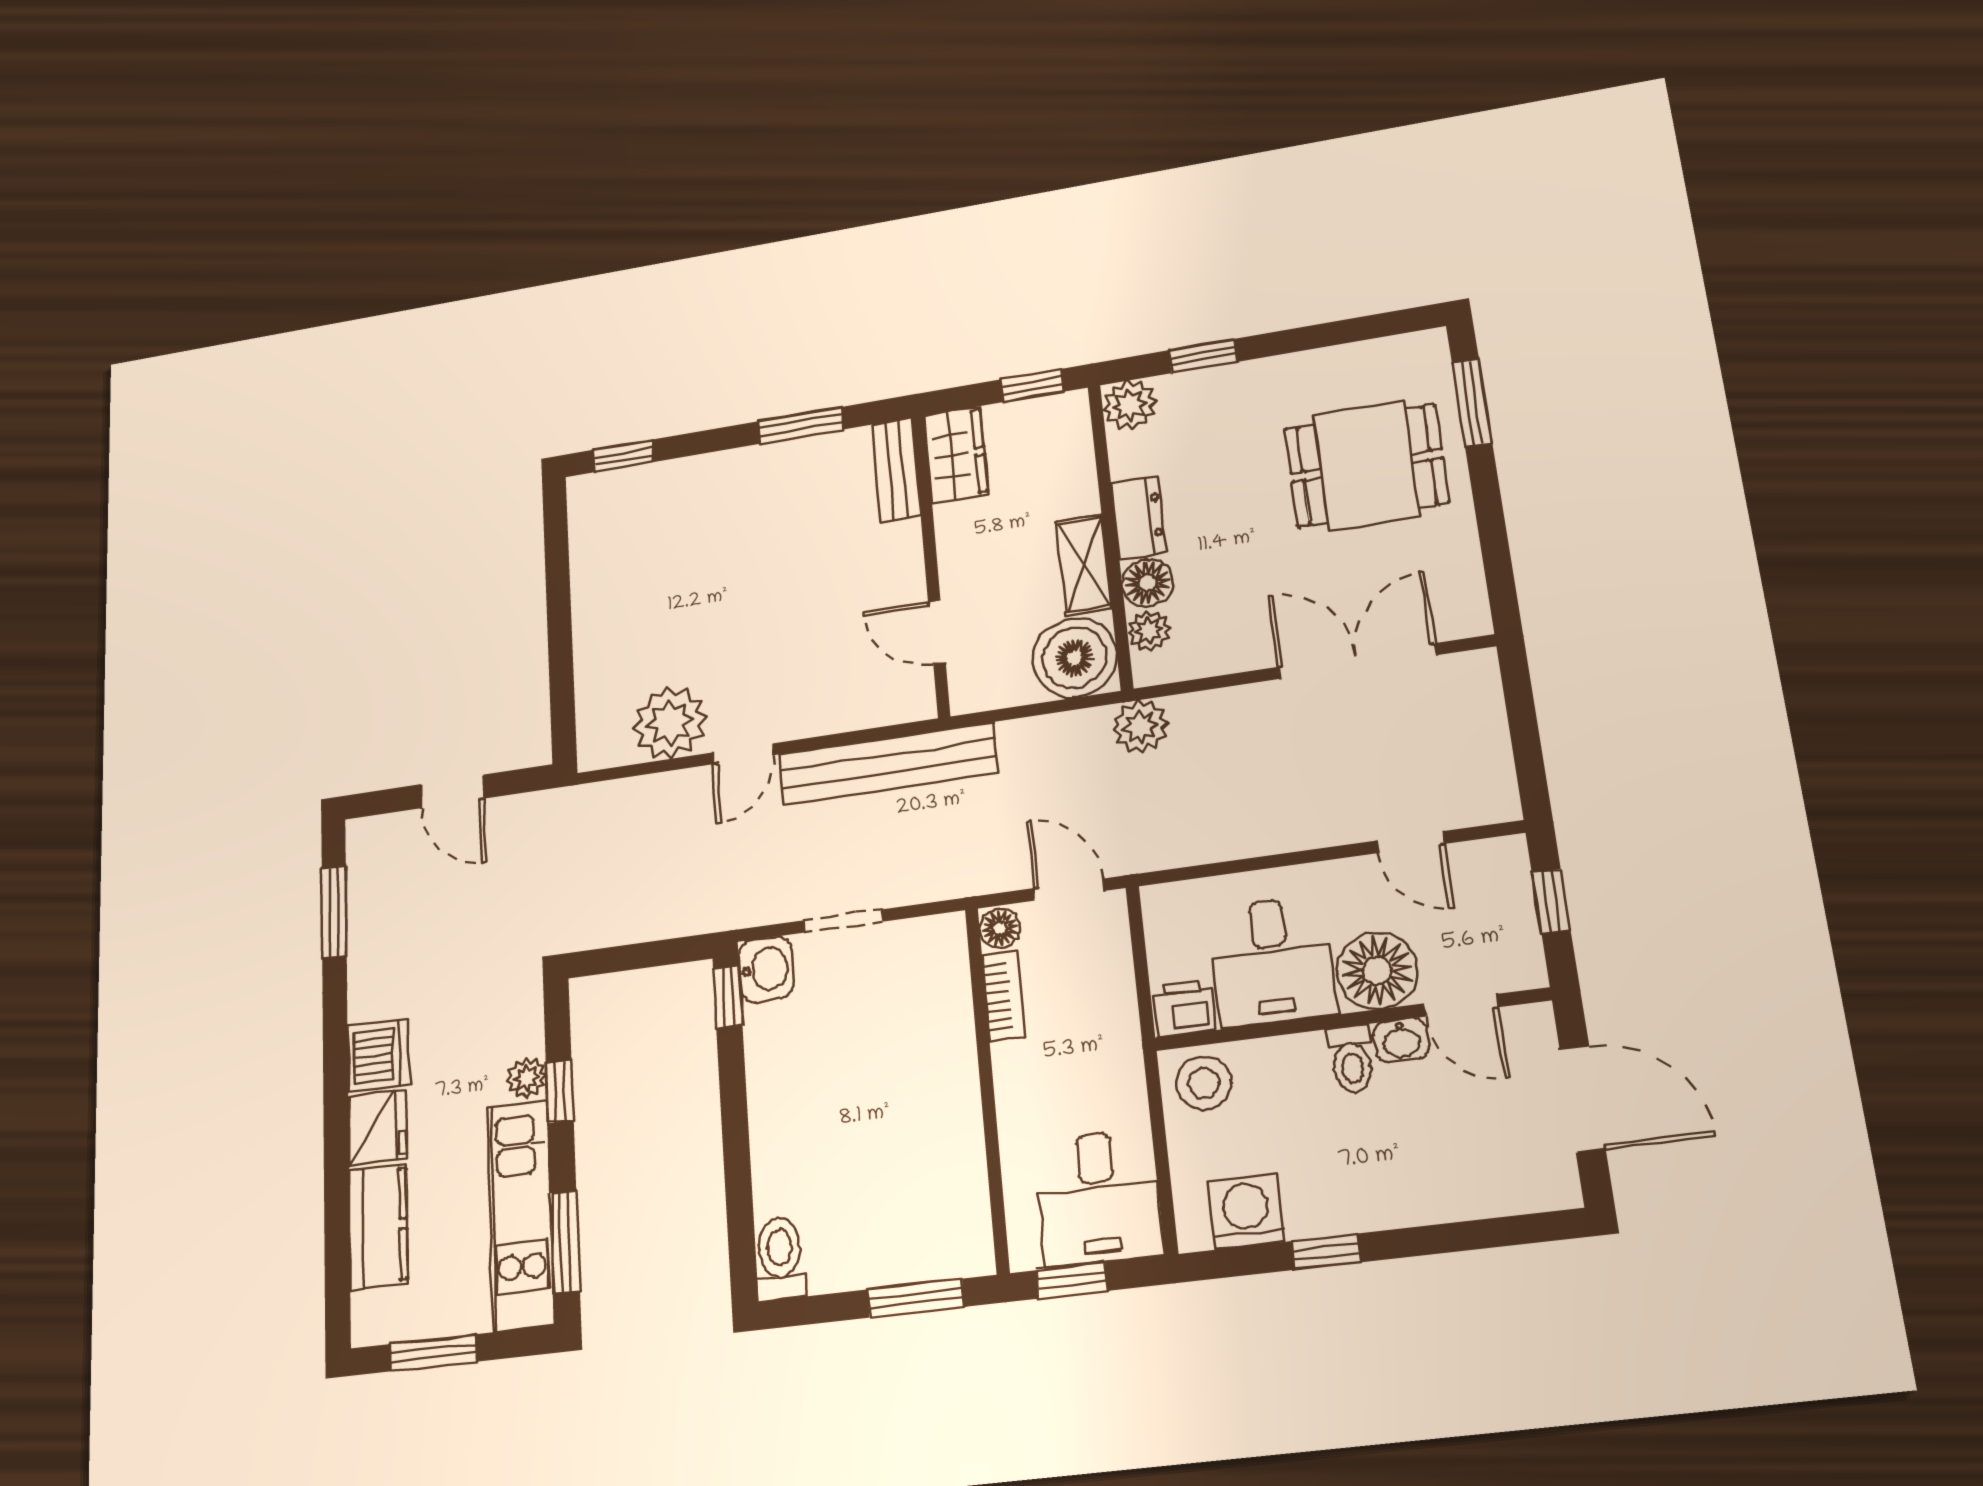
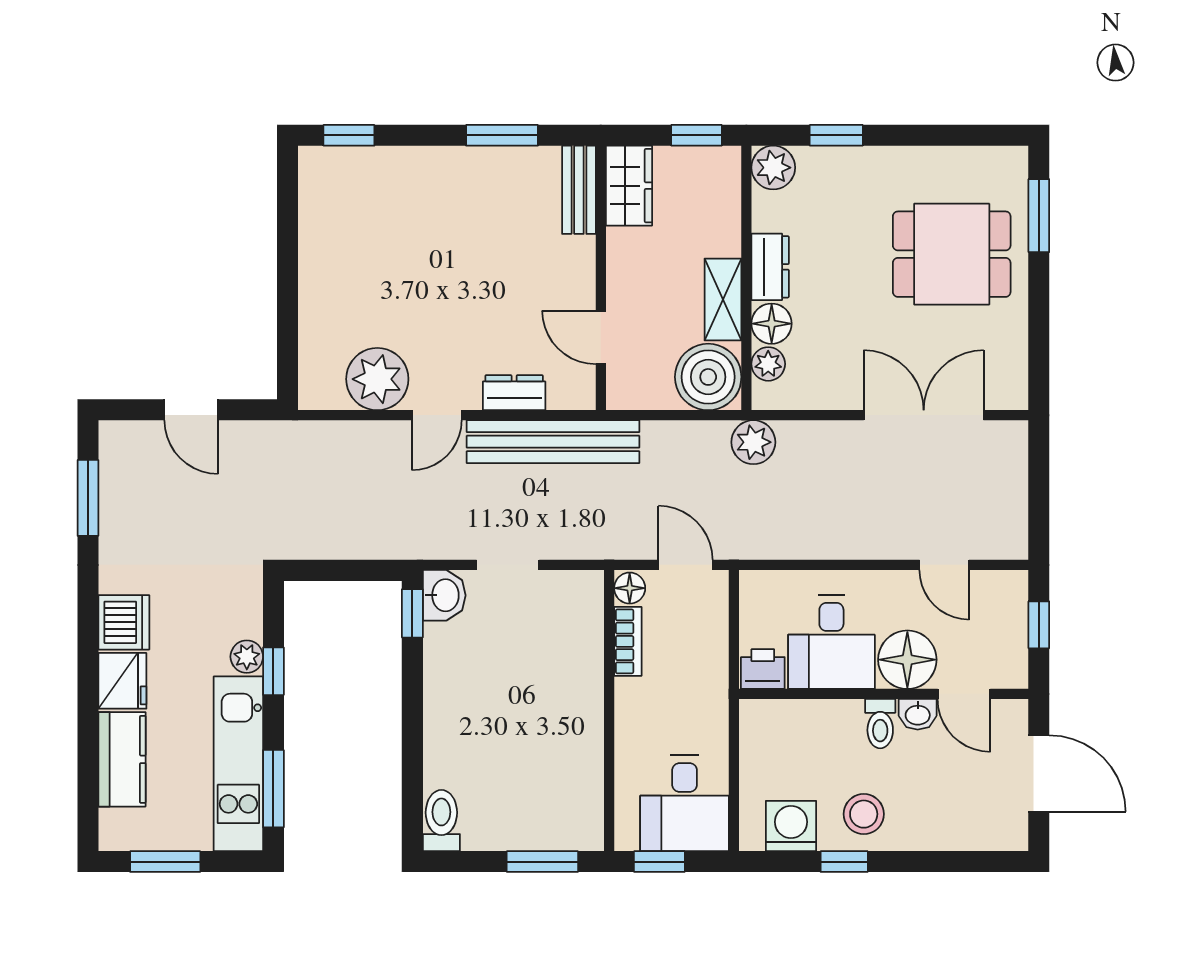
dresser: (836, 713) -> (514, 393), added
stool: (1204, 1083) -> (864, 814), moved

